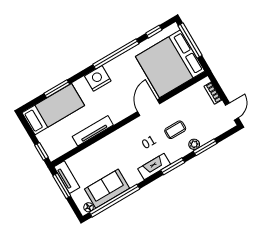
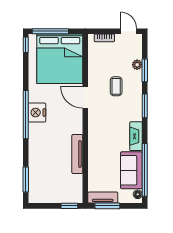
window: (154, 32) -> (26, 45), moved
window: (116, 54) -> (26, 115), moved
nightstand: (98, 78) -> (37, 113), moved
window: (57, 89) -> (26, 180), moved
bed: (53, 109) -> (41, 176), removed
plant: (194, 144) -> (137, 65), moved
fireplace: (154, 166) -> (136, 136), moved

